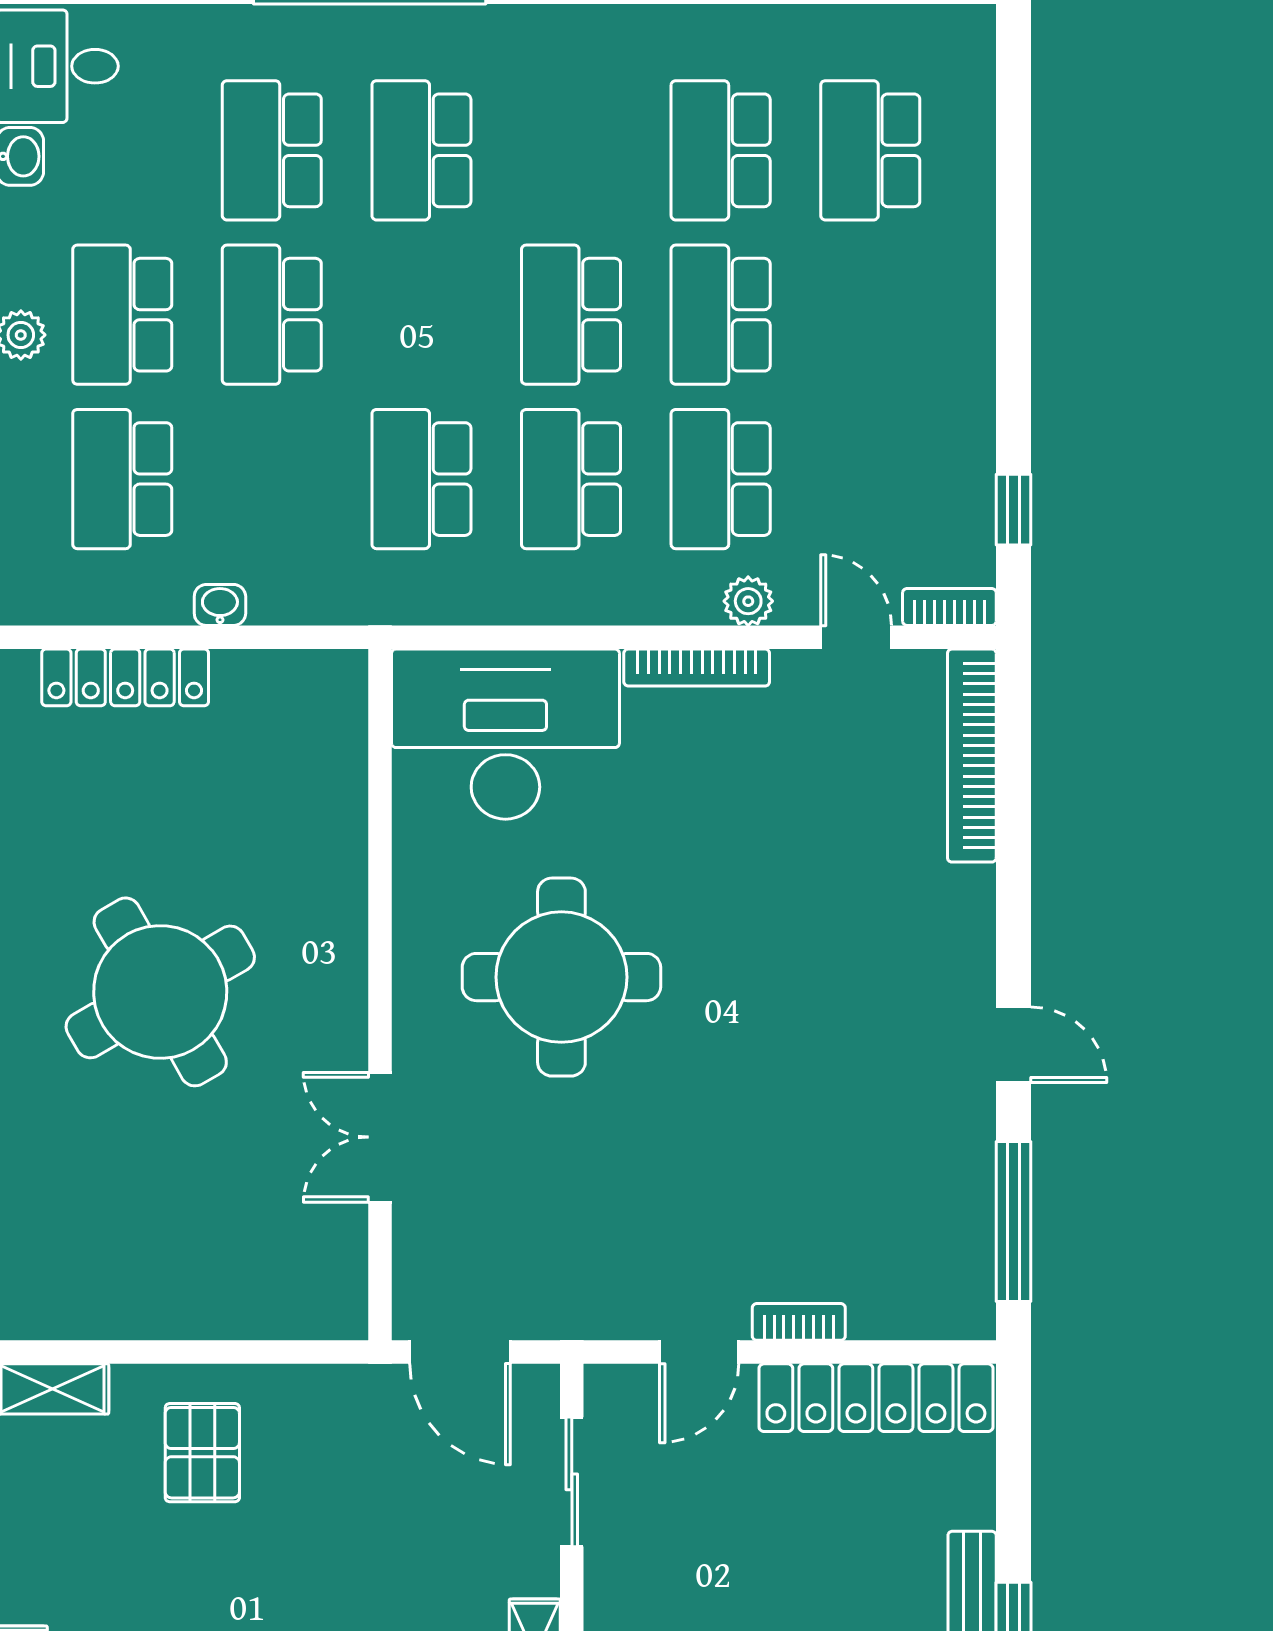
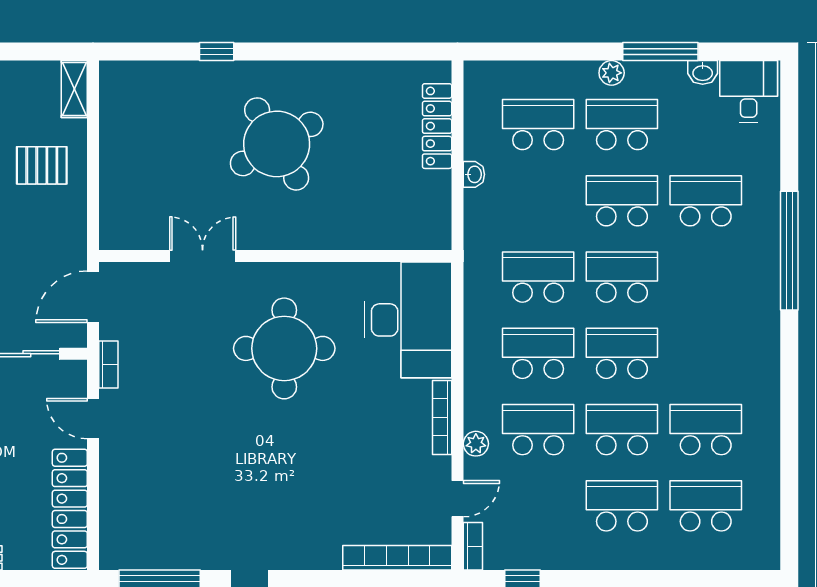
school desk: (421, 150) -> (622, 277), moved
school desk: (870, 315) -> (622, 506), added
bookcase: (799, 1322) -> (108, 365), moved

